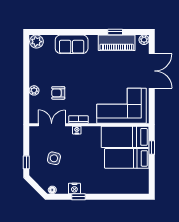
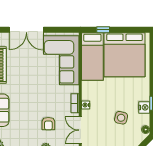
double door: (152, 71) -> (26, 30), swing flipped
side table: (54, 158) -> (121, 118), moved
bed: (127, 158) -> (124, 55), width x2.04

